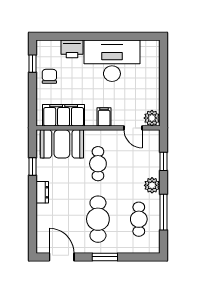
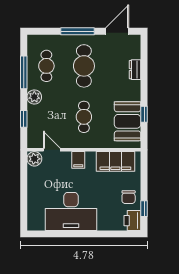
printer: (72, 49) -> (132, 221), moved, turned -90
booth: (62, 144) -> (128, 121), moved, turned 90
dresser: (42, 192) -> (135, 70), moved
door: (62, 257) -> (117, 31), swing flipped
window: (105, 257) -> (78, 31), width x1.44

